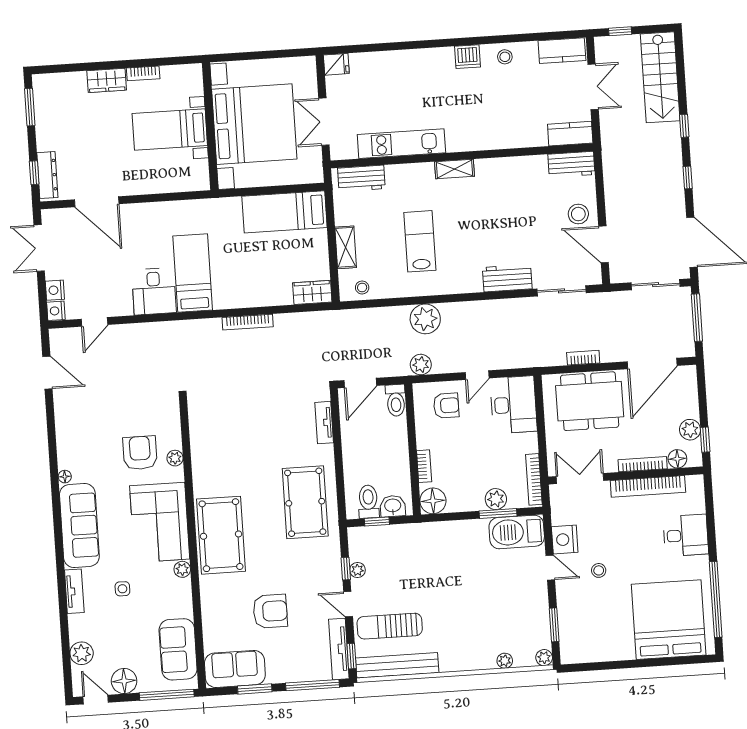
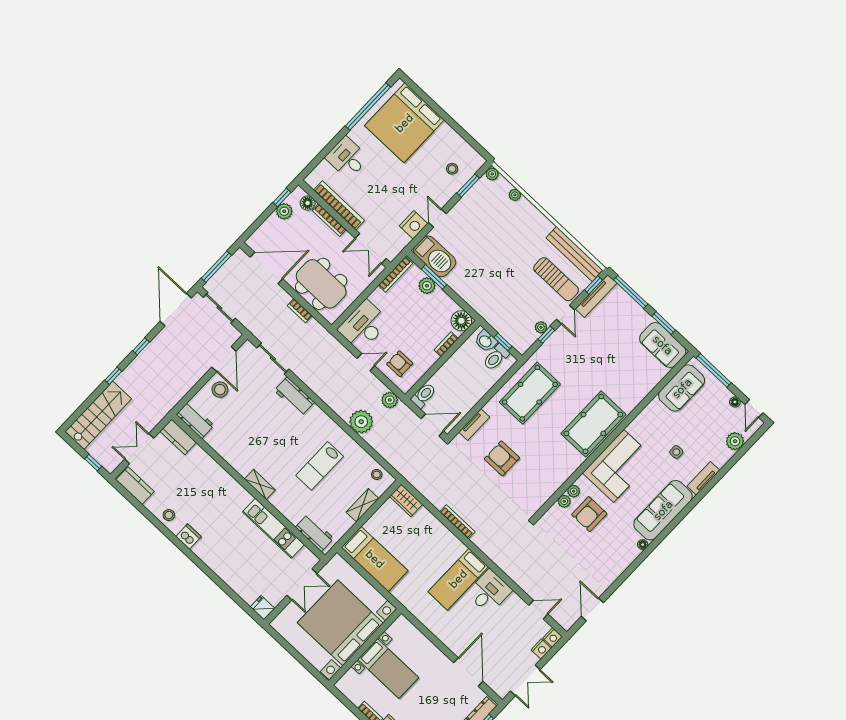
plant: (182, 569) -> (564, 501), moved
stool: (599, 570) -> (452, 169), moved
armchair: (270, 611) -> (502, 458), moved
floor lamp: (124, 681) -> (735, 402), width x0.53, depth x0.53

